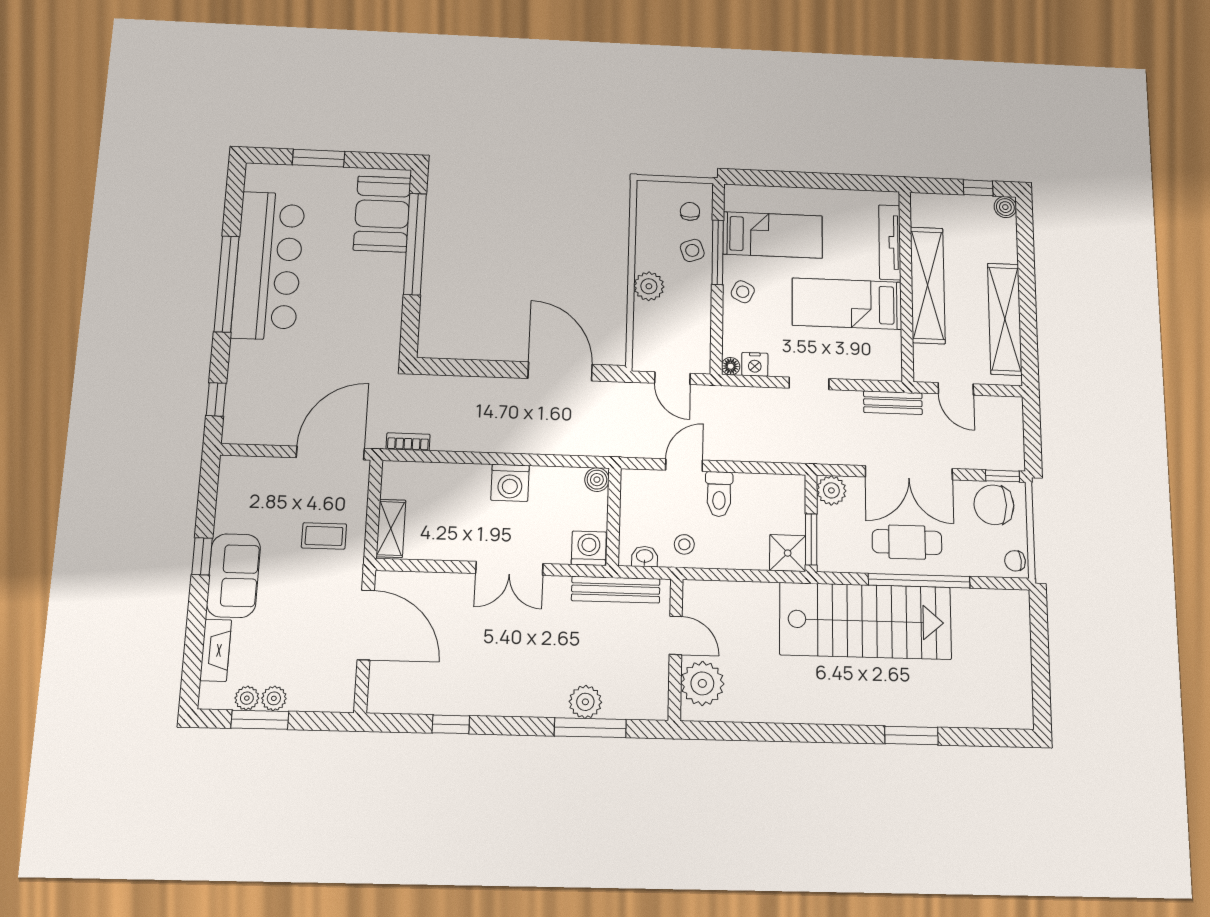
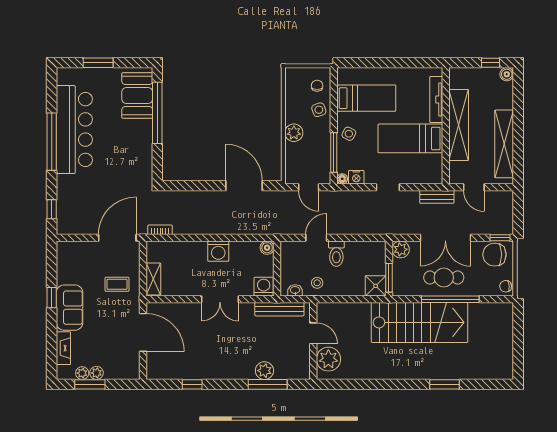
window: (718, 252) -> (334, 152), moved

